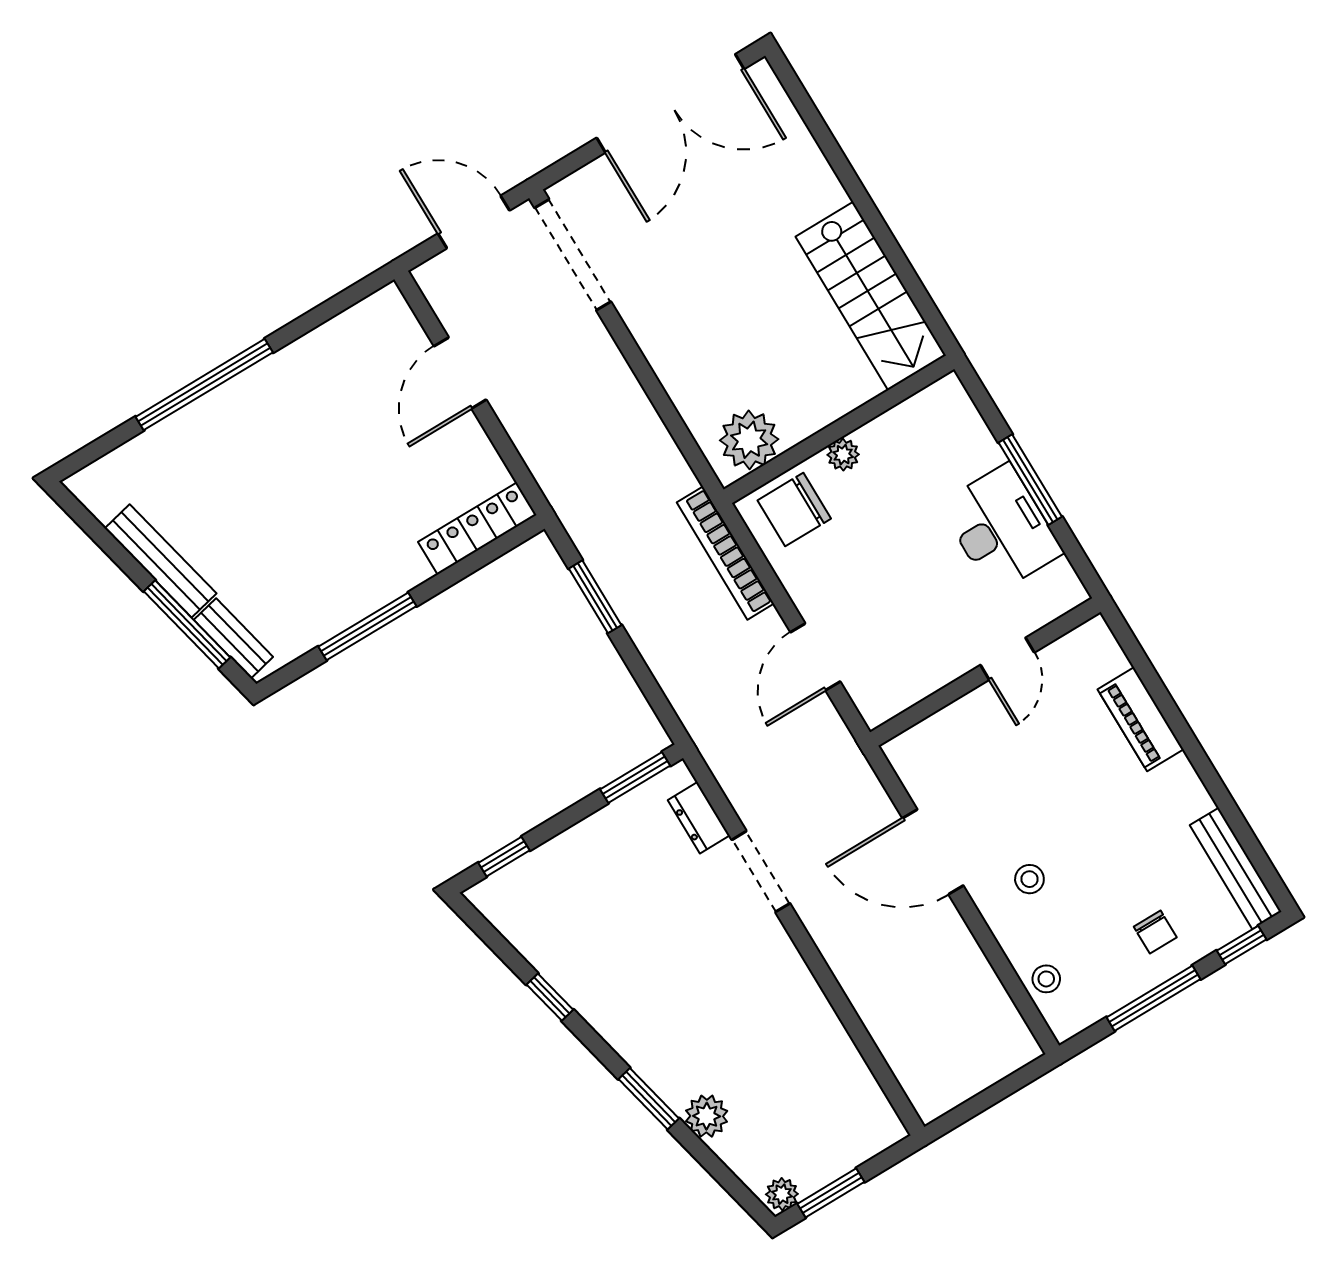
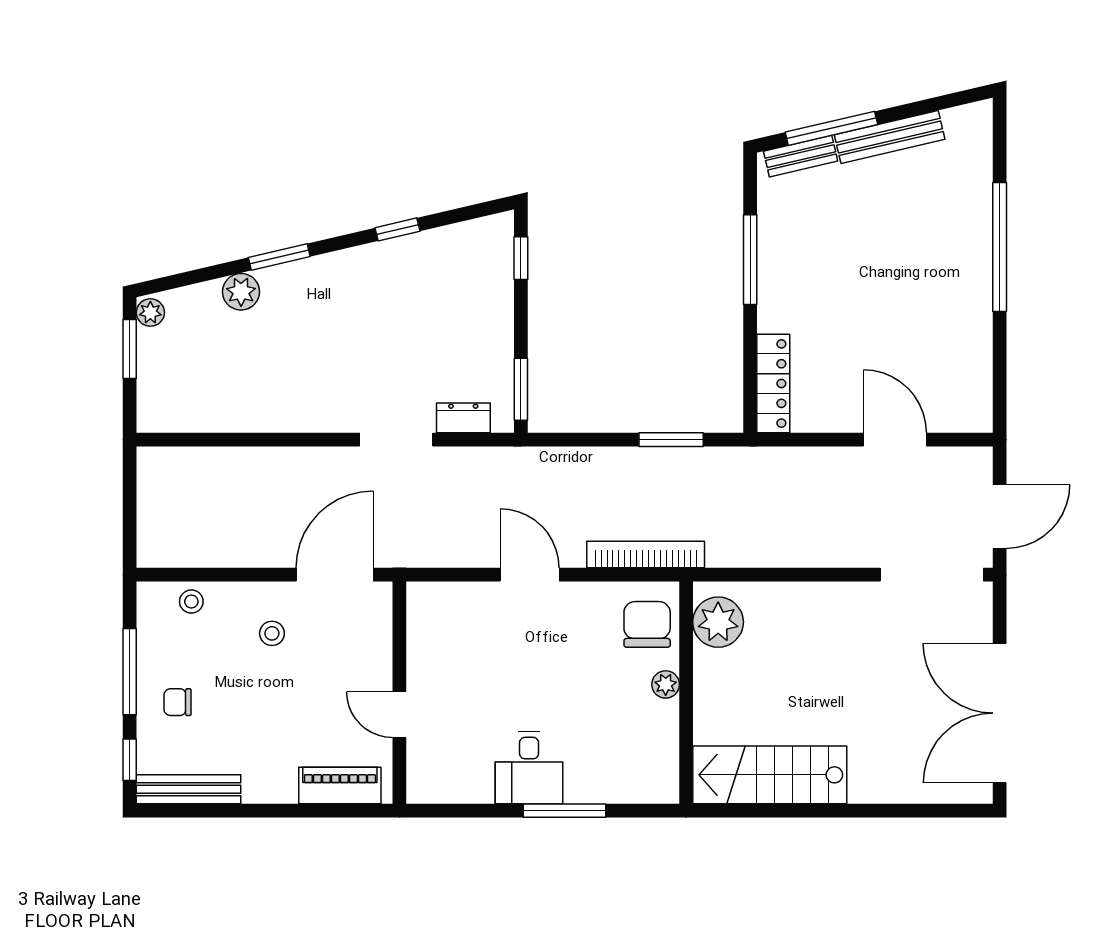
desk: (1001, 529) -> (529, 768), width x0.73
door: (1007, 659) -> (399, 715), moved
wall: (985, 672) -> (399, 693), moved

